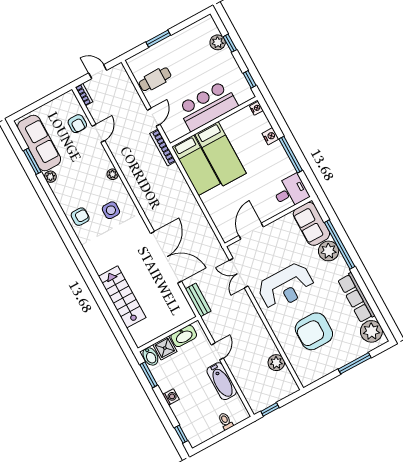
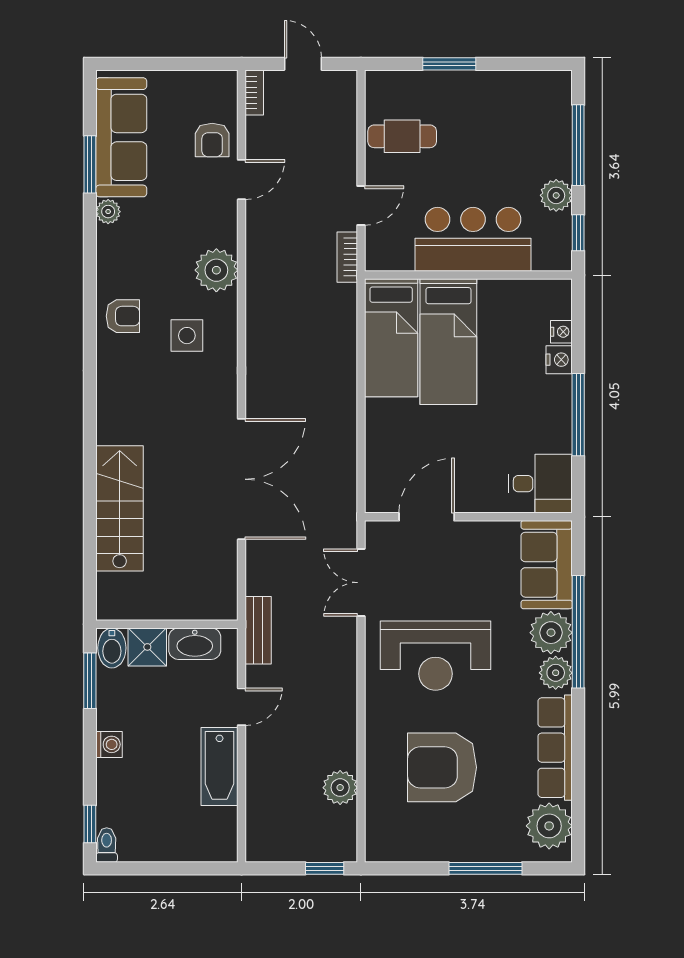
plant: (218, 42) -> (556, 195), moved
window: (230, 43) -> (578, 145), width x2.17
nightstand: (256, 108) -> (561, 332), moved
bookcase: (163, 147) -> (347, 257), width x0.64
plant: (113, 174) -> (216, 270), width x1.87, depth x1.87
plant: (340, 267) -> (556, 673), added
bench: (198, 300) -> (258, 630), moved
window: (270, 409) -> (325, 868), moved
toilet: (226, 421) -> (107, 845), moved

